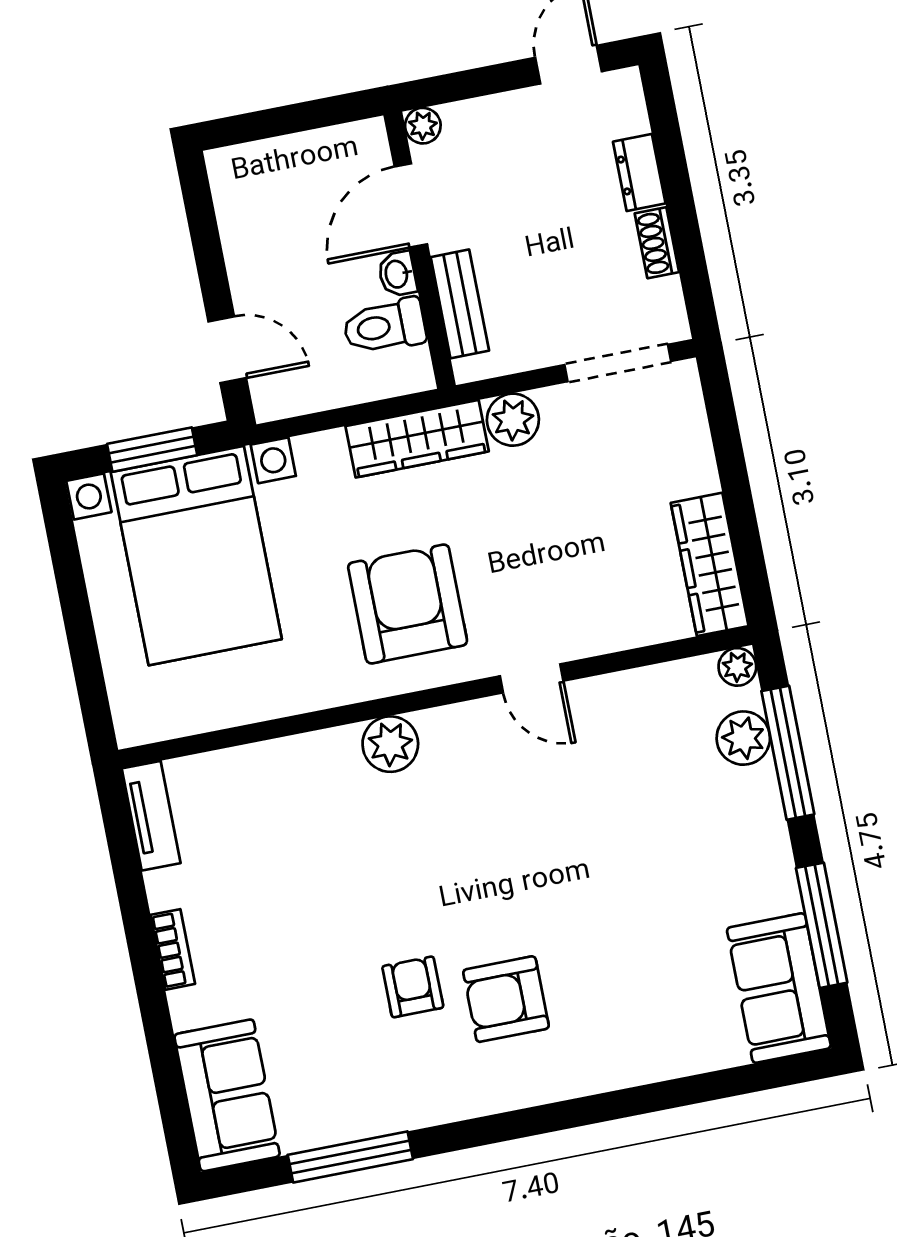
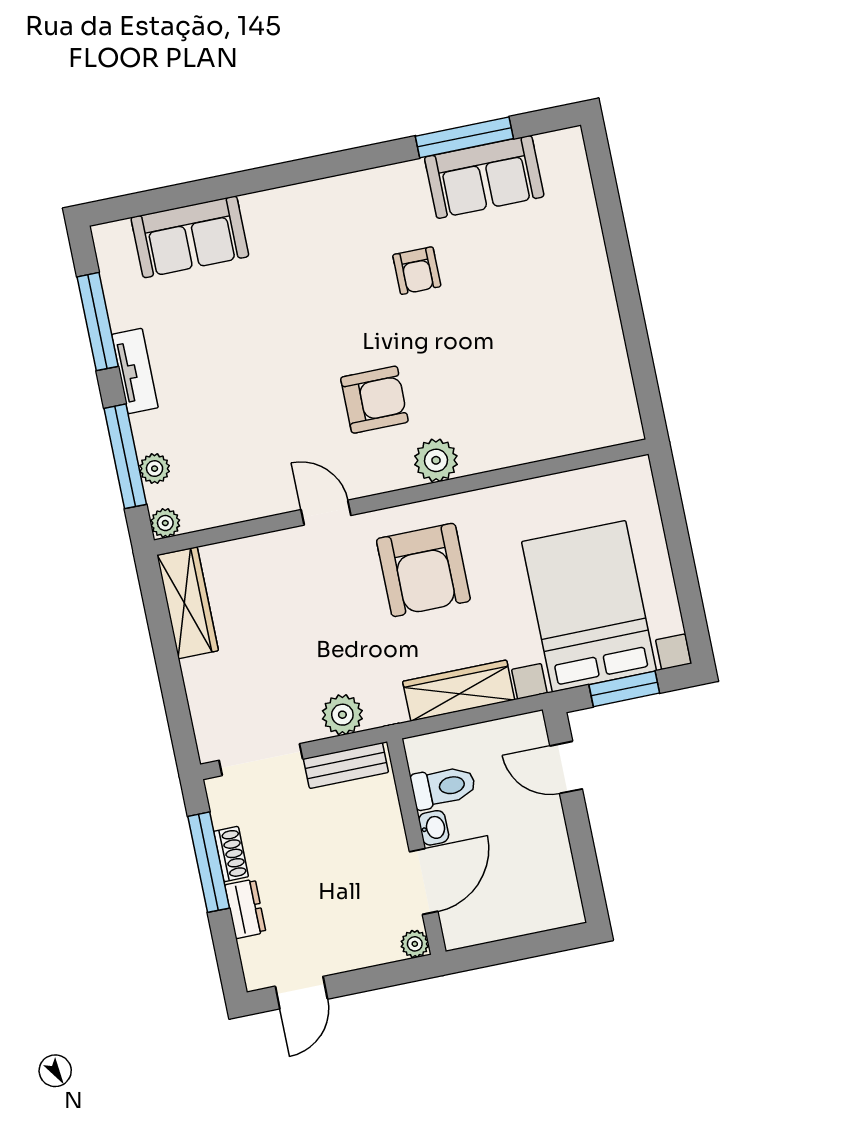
window: (686, 232) -> (209, 862), added
bench: (460, 304) -> (346, 765), moved, turned 90
wardrobe: (417, 439) -> (459, 691), moved
plant: (743, 738) -> (155, 469), width x0.73, depth x0.73
tv unit: (151, 816) -> (135, 371), moved, turned 180
bookcase: (173, 949) -> (605, 298), removed
sofa: (779, 988) -> (190, 237), moved, turned 90
armchair: (506, 999) -> (374, 400), moved
sofa: (227, 1095) -> (484, 177), moved, turned -90

